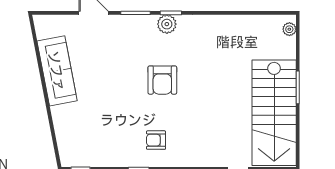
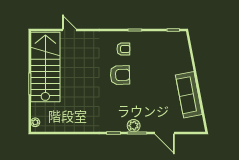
plant: (167, 24) -> (134, 126), moved
armchair: (162, 80) -> (120, 75), moved, turned 88

